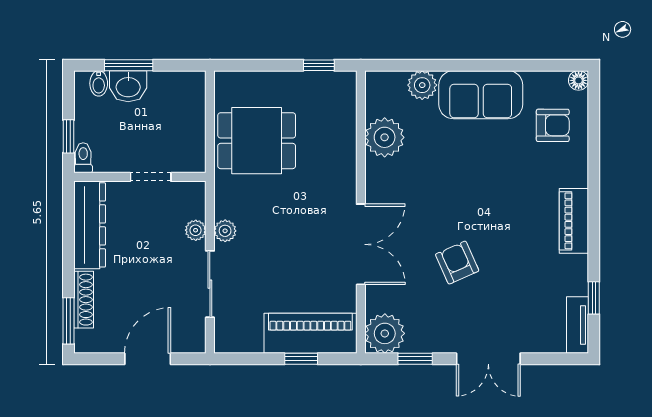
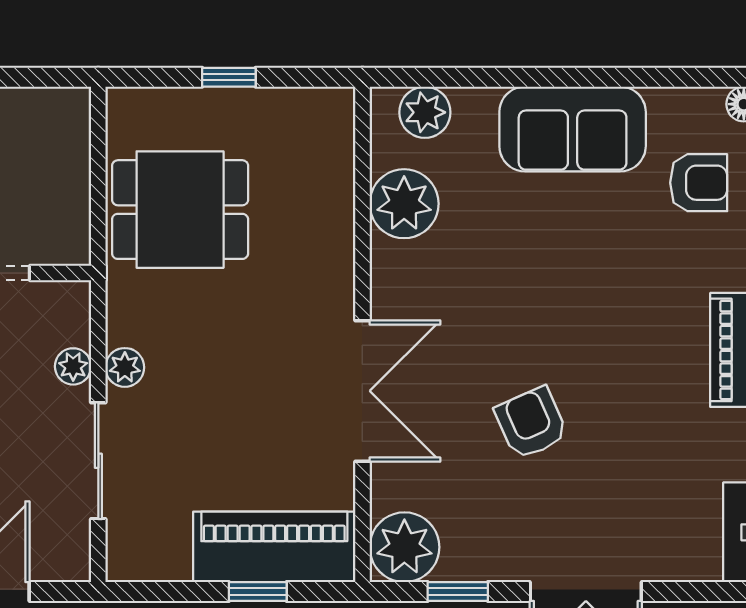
window: (319, 65) -> (229, 77), moved
plant: (422, 85) -> (425, 112), moved

